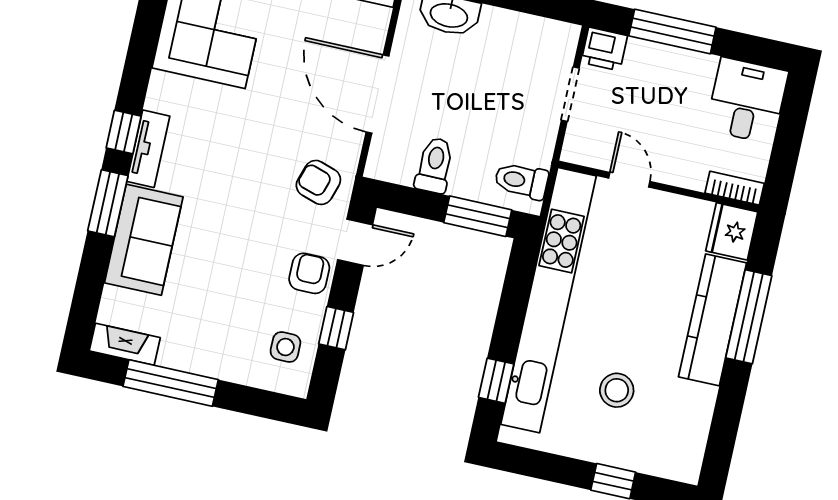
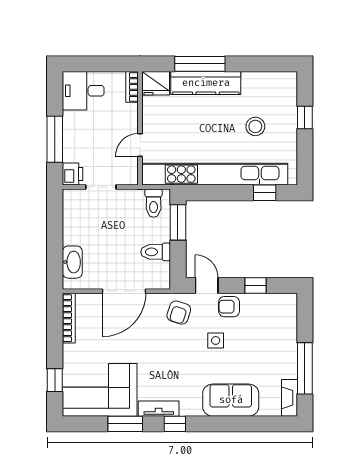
tv unit: (148, 149) -> (159, 409), moved
window: (108, 203) -> (125, 424), moved
side table: (285, 347) -> (216, 340), moved

